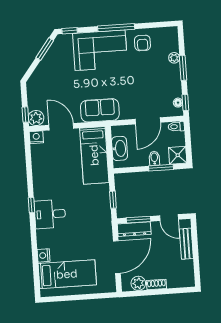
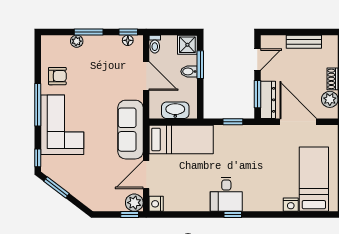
sofa: (100, 110) -> (130, 130), width x1.36
desk: (50, 214) -> (226, 194), moved
bench: (186, 244) -> (304, 42), moved

